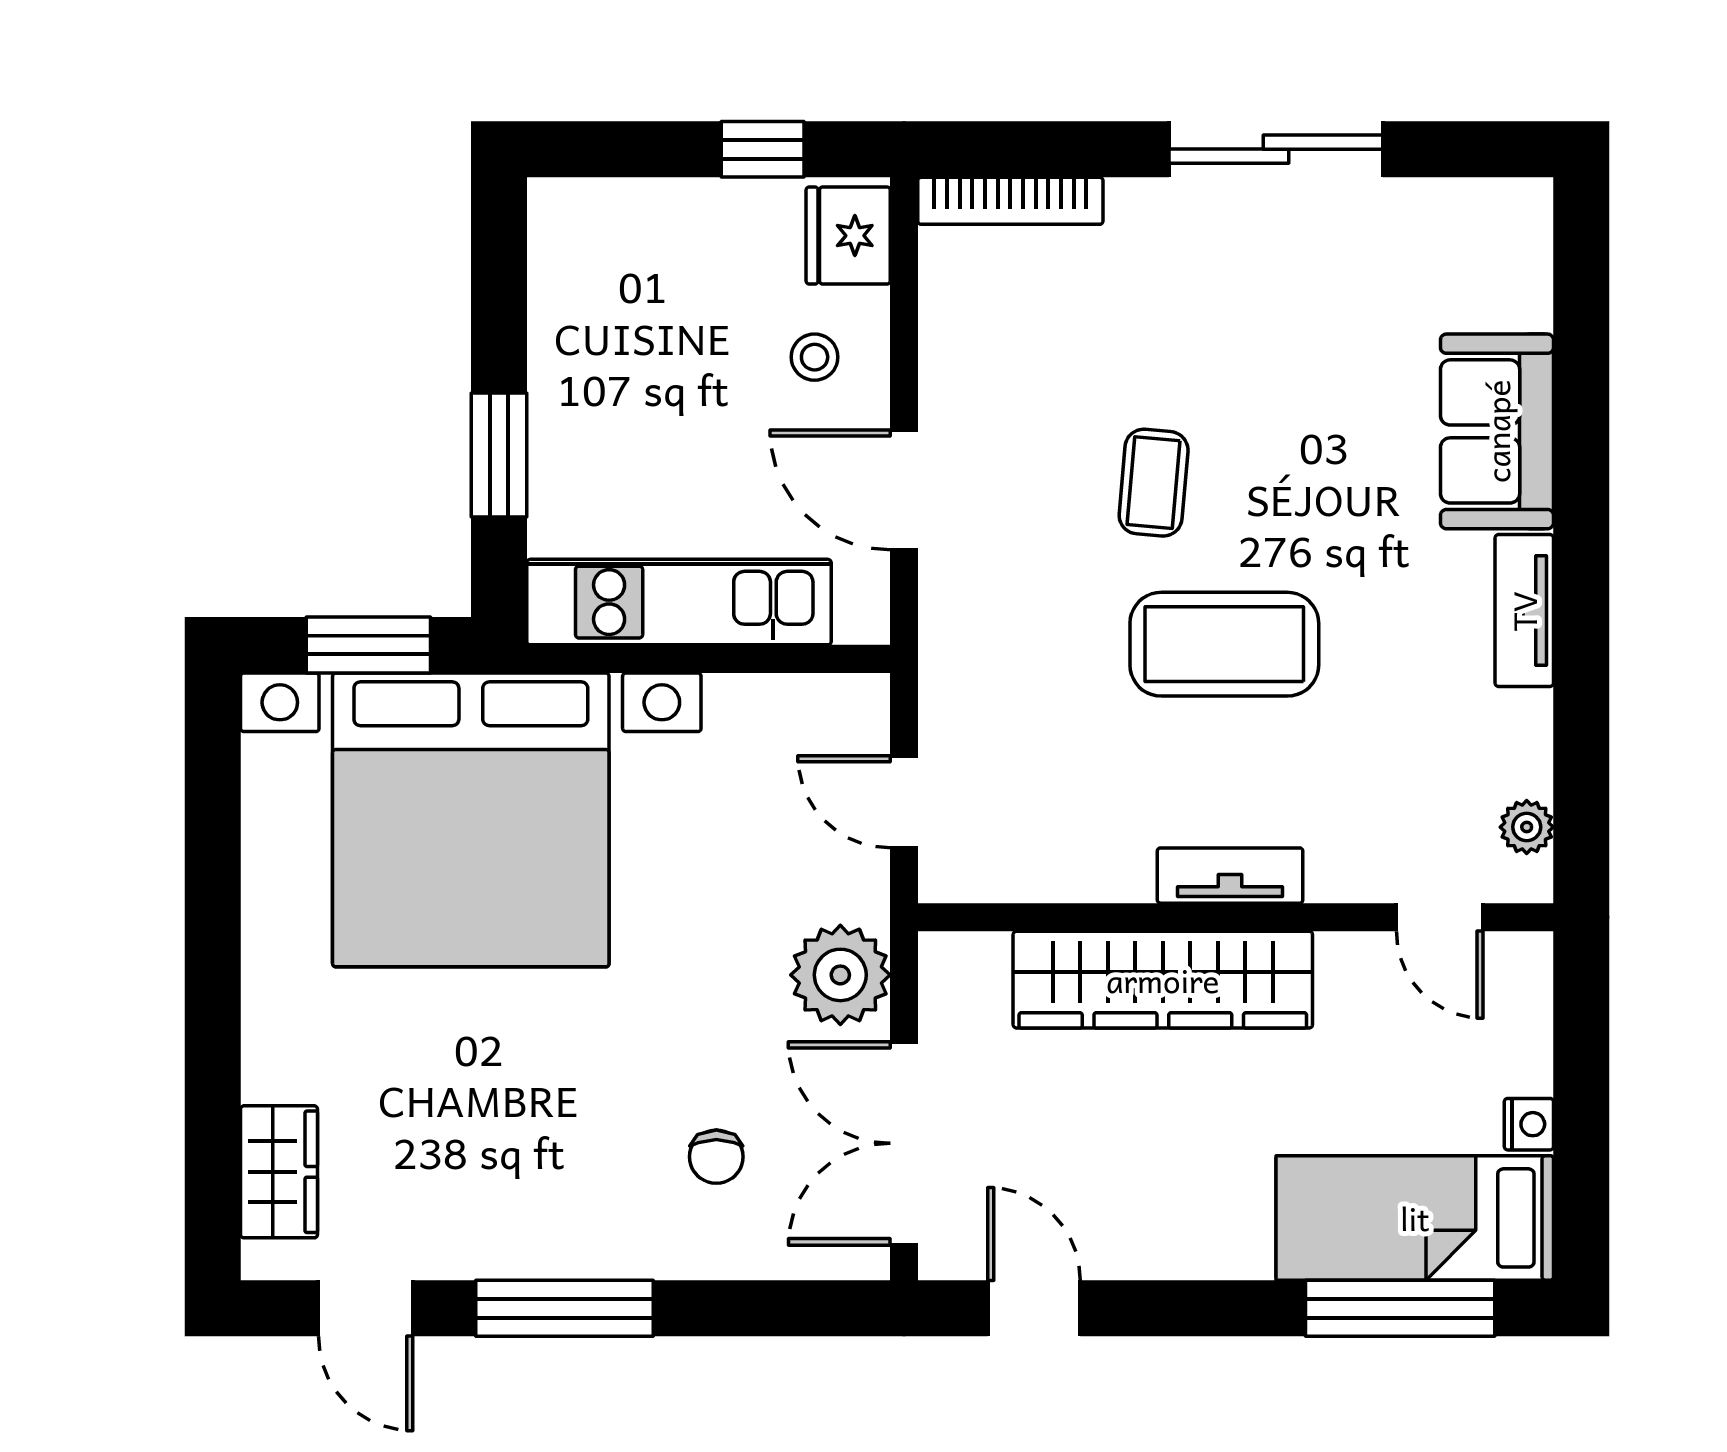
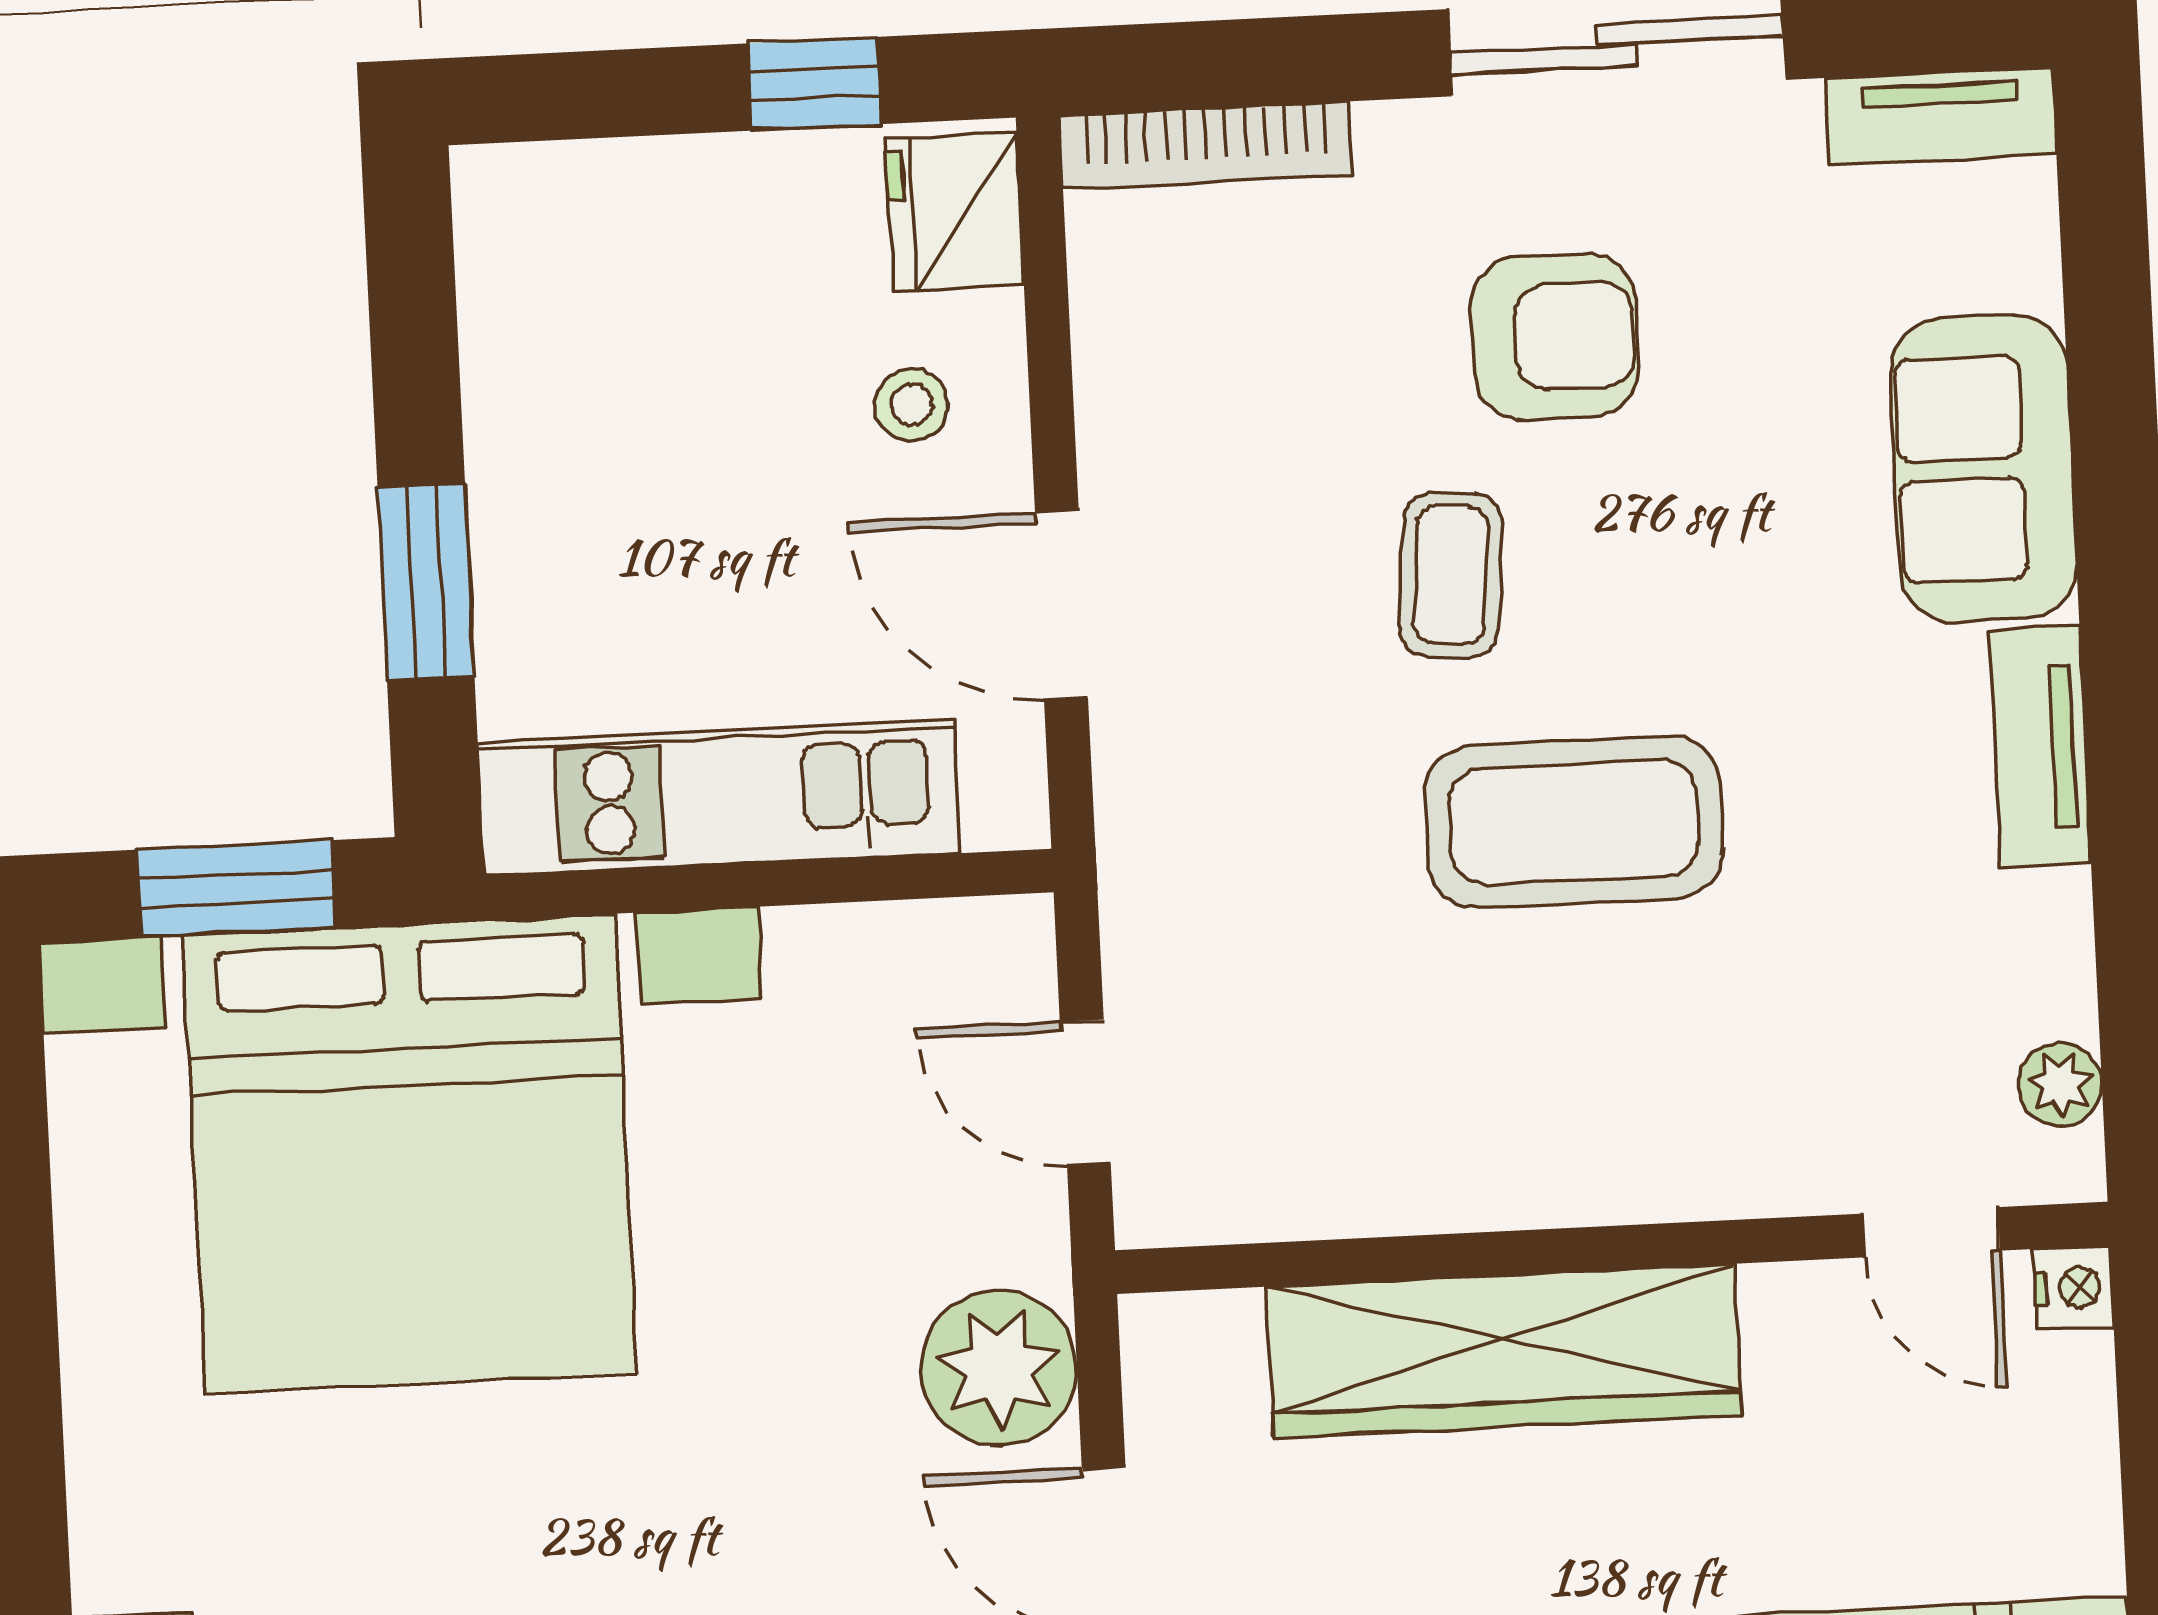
armchair: (1227, 334) -> (1555, 337), added
tv unit: (1230, 876) -> (1941, 116), moved, turned 180
nightstand: (1529, 1124) -> (2074, 1288), moved

